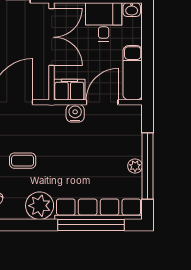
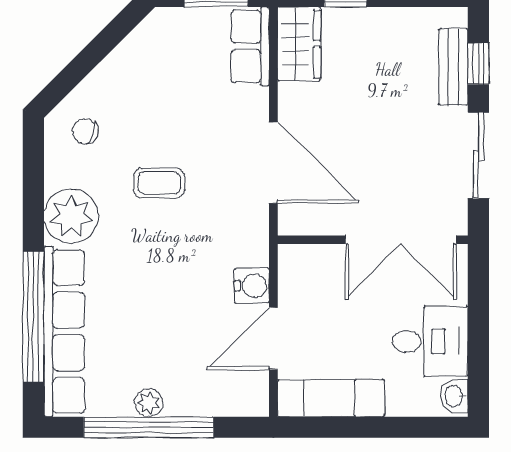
filing cabinet: (69, 90) -> (298, 274), removed
door: (102, 102) -> (273, 339), swing flipped
coffee table: (23, 161) -> (159, 183), turned 90

